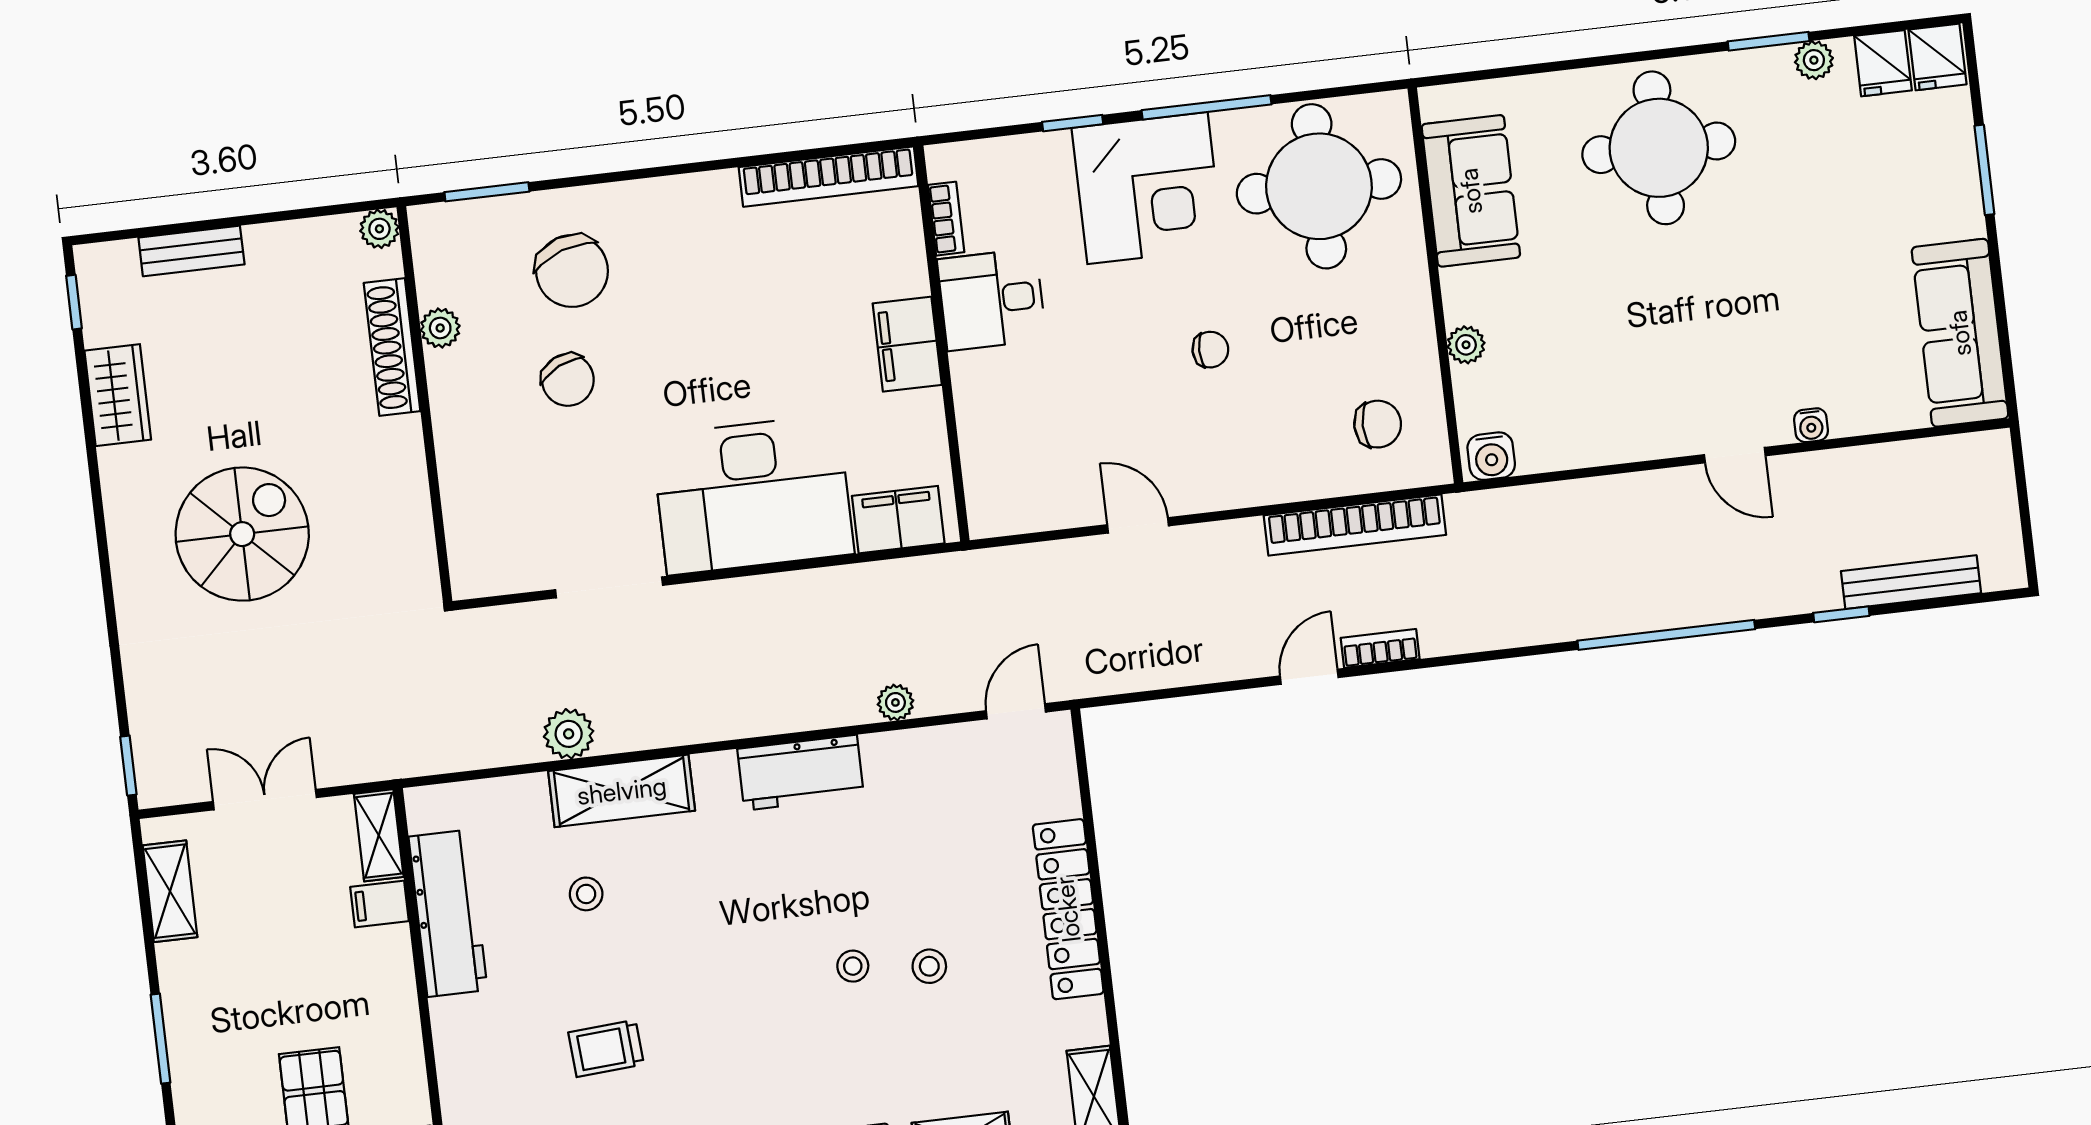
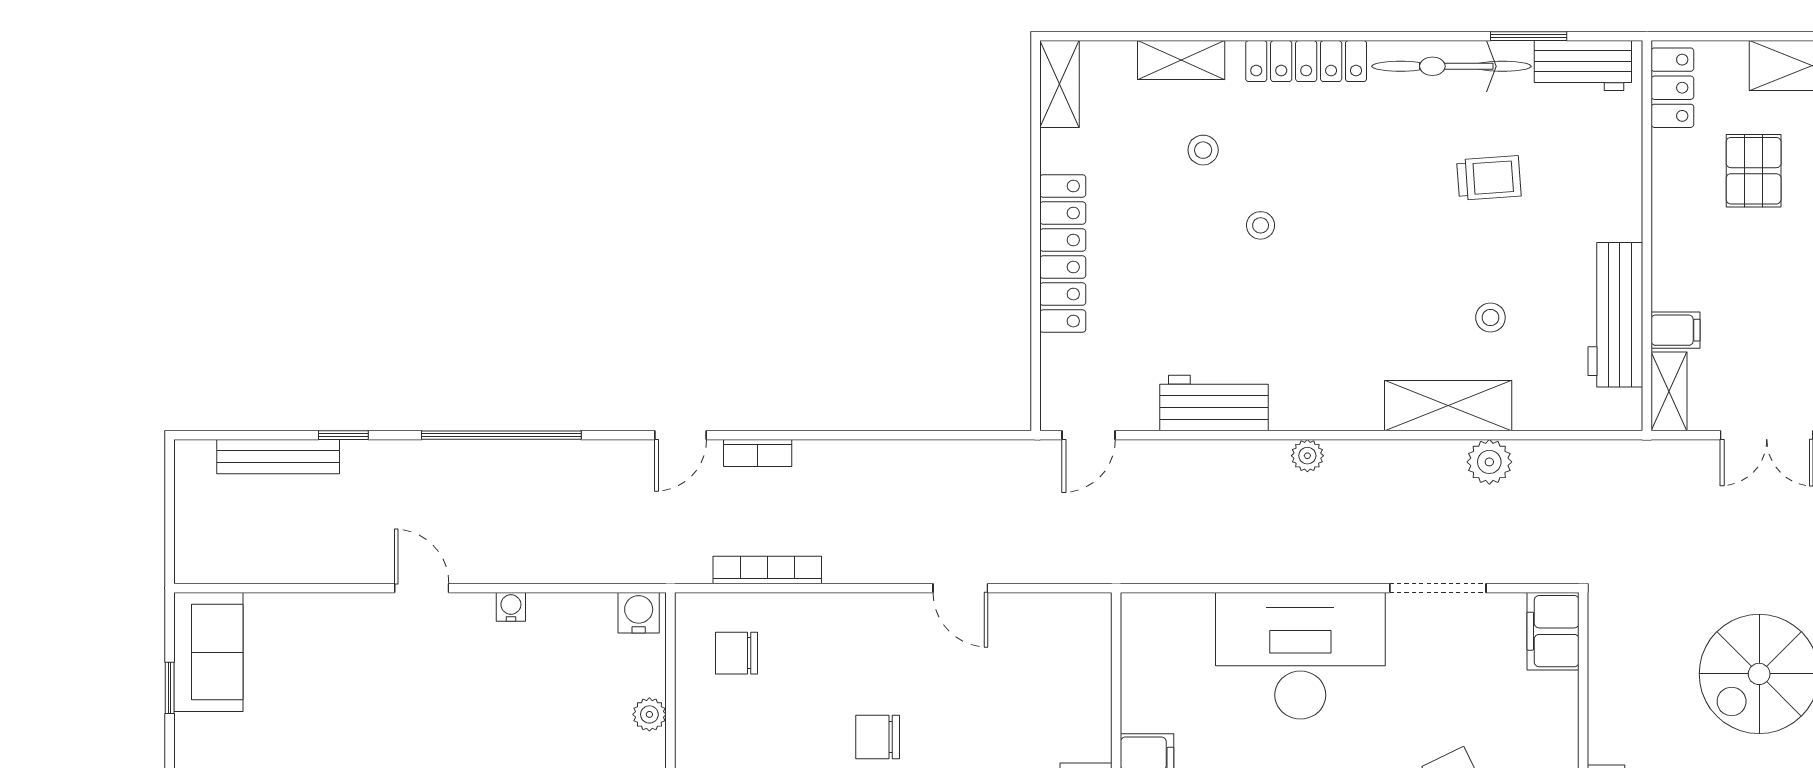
window: (2001, 312) -> (170, 688), added
sofa: (1960, 333) -> (208, 652), width x0.73
chair: (1210, 350) -> (878, 737), width x1.37, depth x1.37
water cooler: (1811, 425) -> (511, 607), moved
filing cabinet: (898, 520) -> (1553, 631), moved, turned 90
bookcase: (1355, 525) -> (767, 570), width x0.68, depth x0.76
door: (1309, 677) -> (680, 435), moved
plant: (895, 702) -> (1307, 456), moved
workbench: (801, 773) -> (1214, 403), moved
stool: (929, 966) -> (1203, 150), moved

